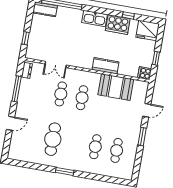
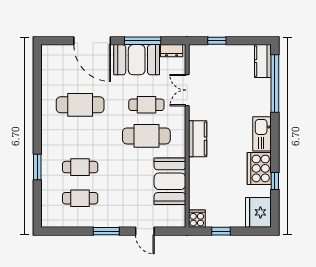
kitchen counter: (105, 66) -> (198, 139), moved
booth: (29, 95) -> (137, 60), added
cafe table: (82, 98) -> (146, 136), width x1.37, depth x1.35
door: (11, 123) -> (92, 41), width x1.88
window: (65, 171) -> (37, 167), moved

